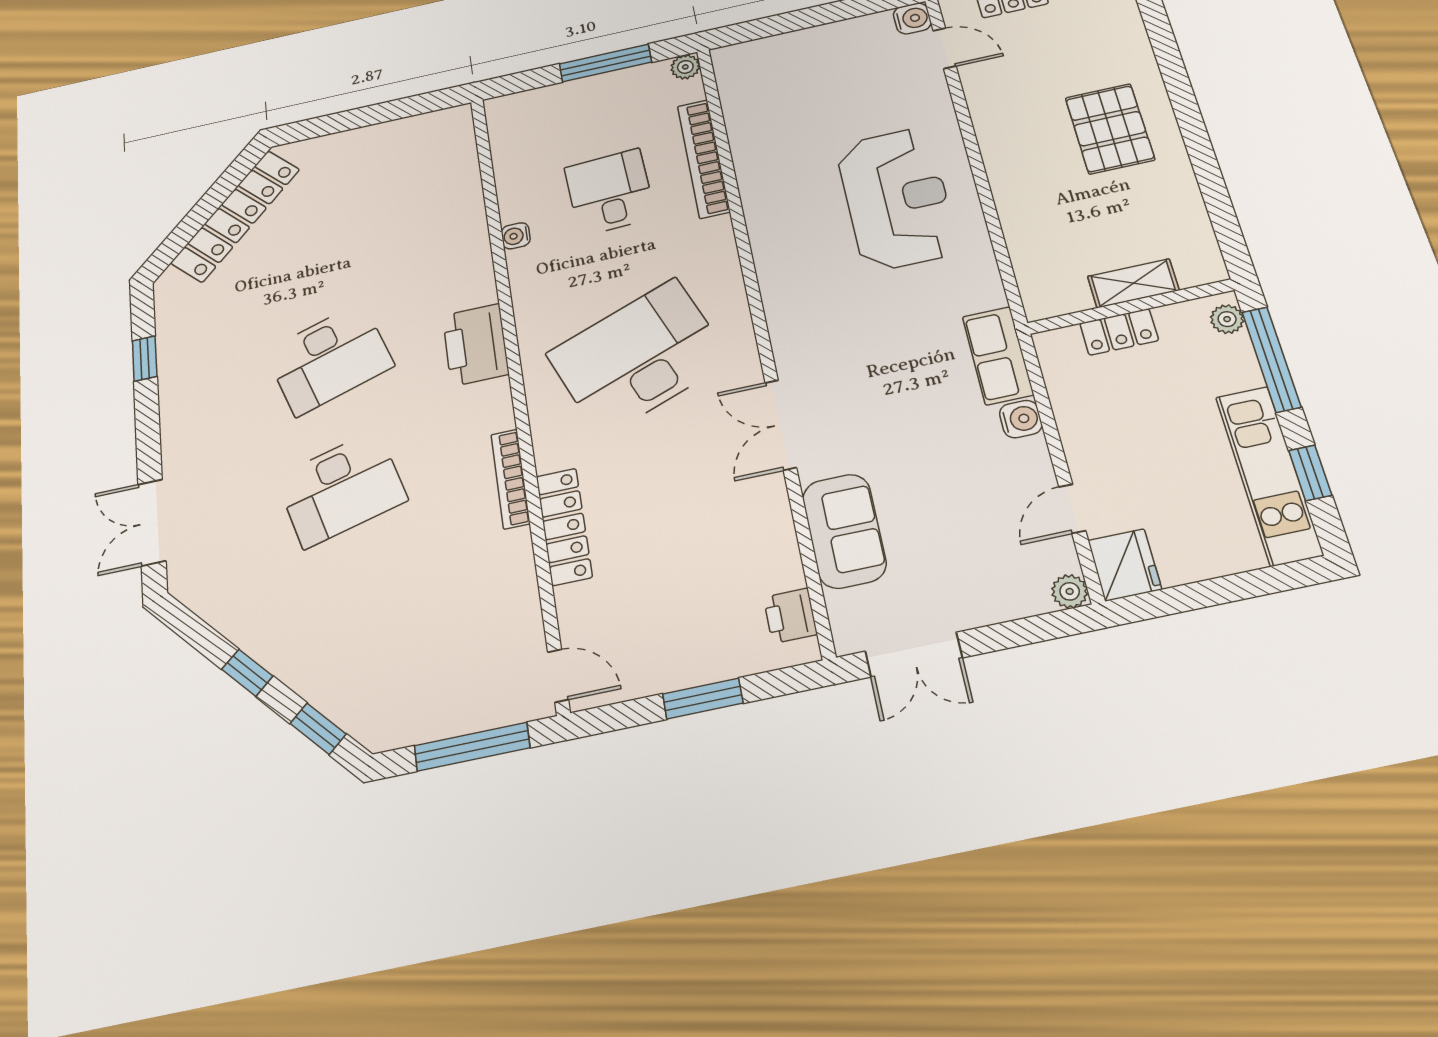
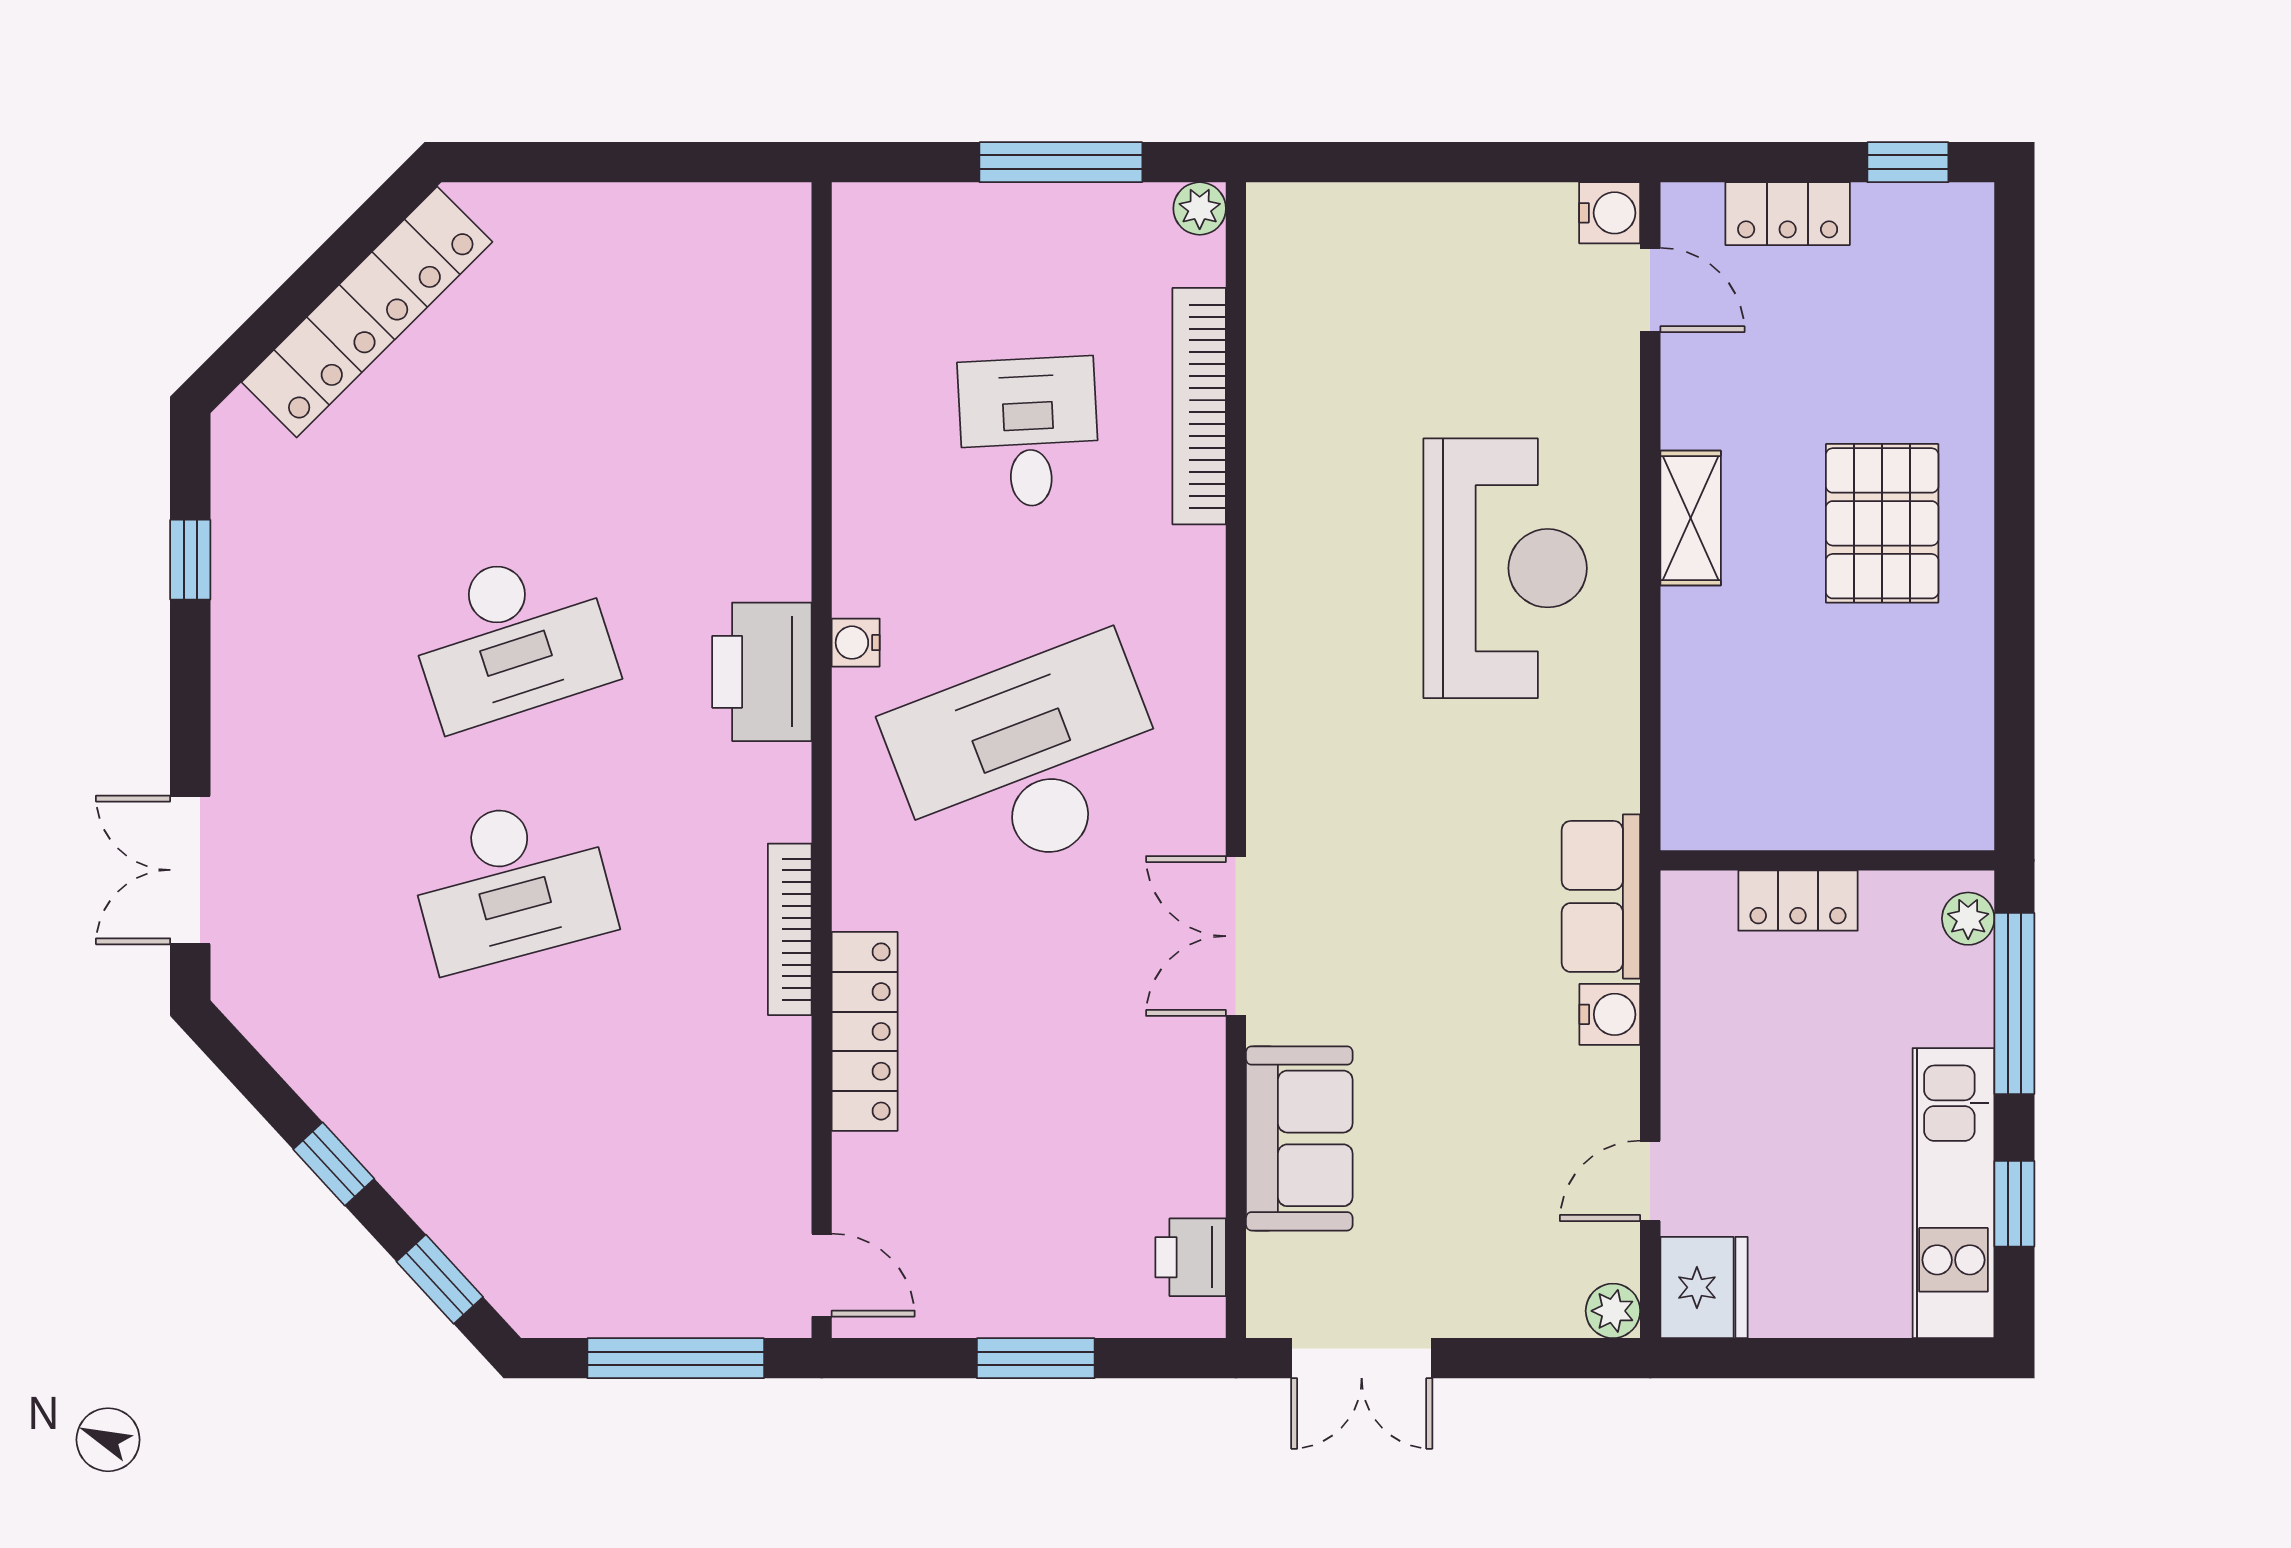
water cooler: (516, 236) -> (856, 643), moved
shelving: (1133, 283) -> (1691, 518), moved, turned 90

